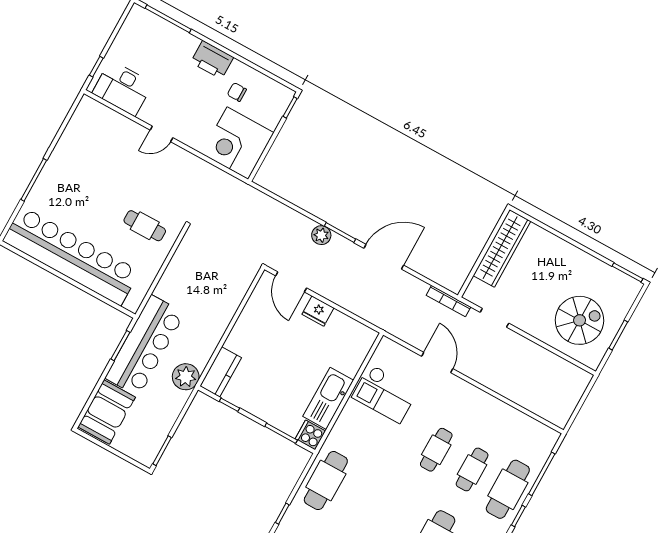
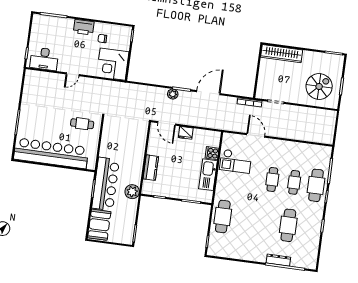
wardrobe: (502, 248) -> (282, 54), moved, turned 90
kitchen counter: (221, 372) -> (151, 168), moved
cooker: (310, 435) -> (212, 153), moved

